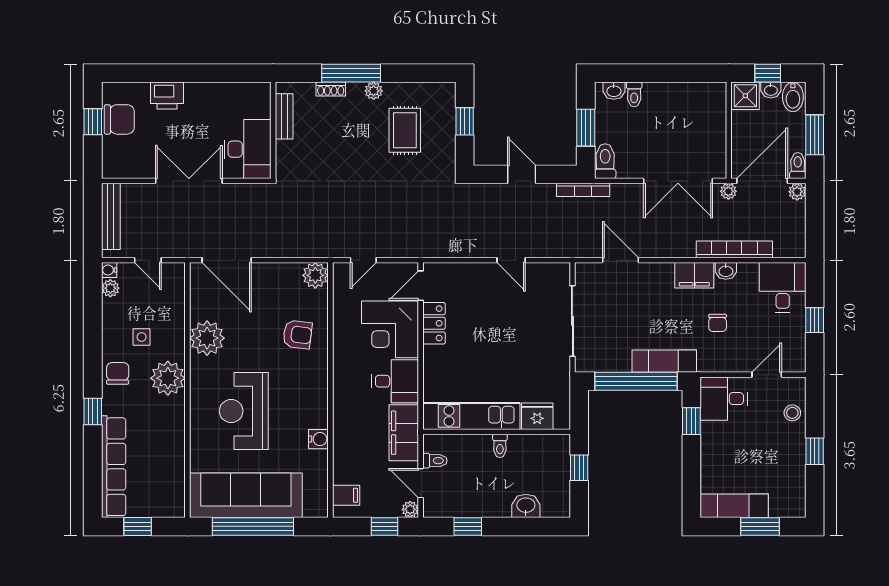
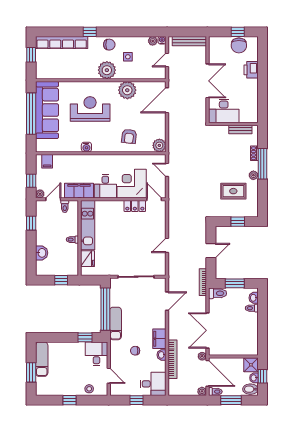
water cooler: (318, 439) -> (86, 147), moved

